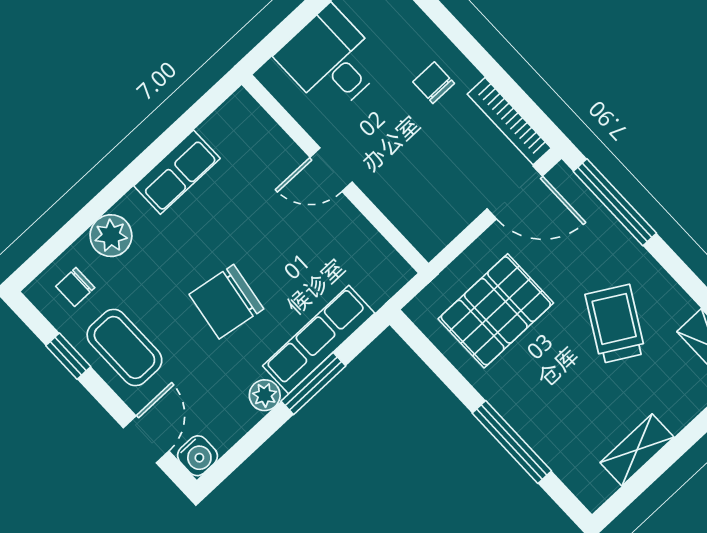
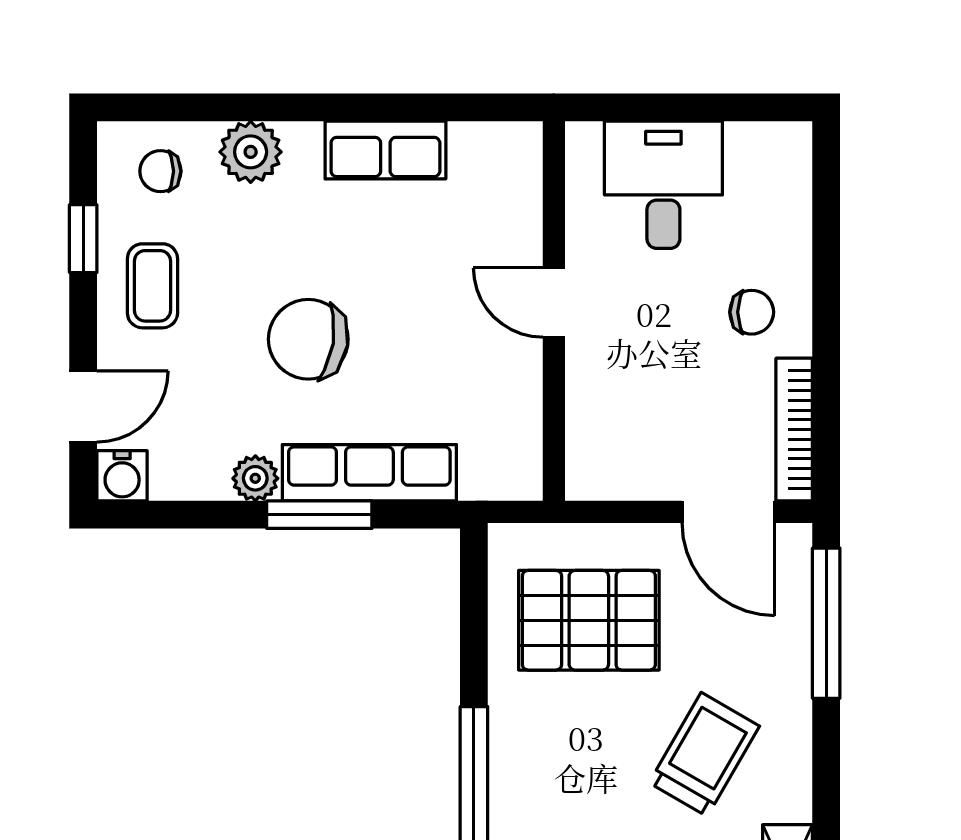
chair: (434, 83) -> (752, 312), turned 90
coffee table: (124, 347) -> (152, 286), width x0.73, depth x0.77

